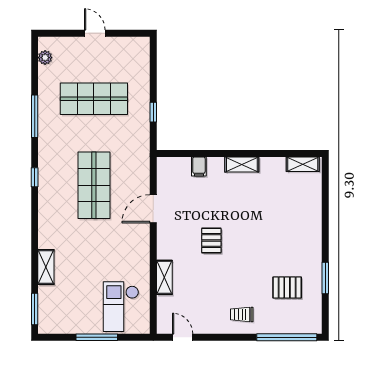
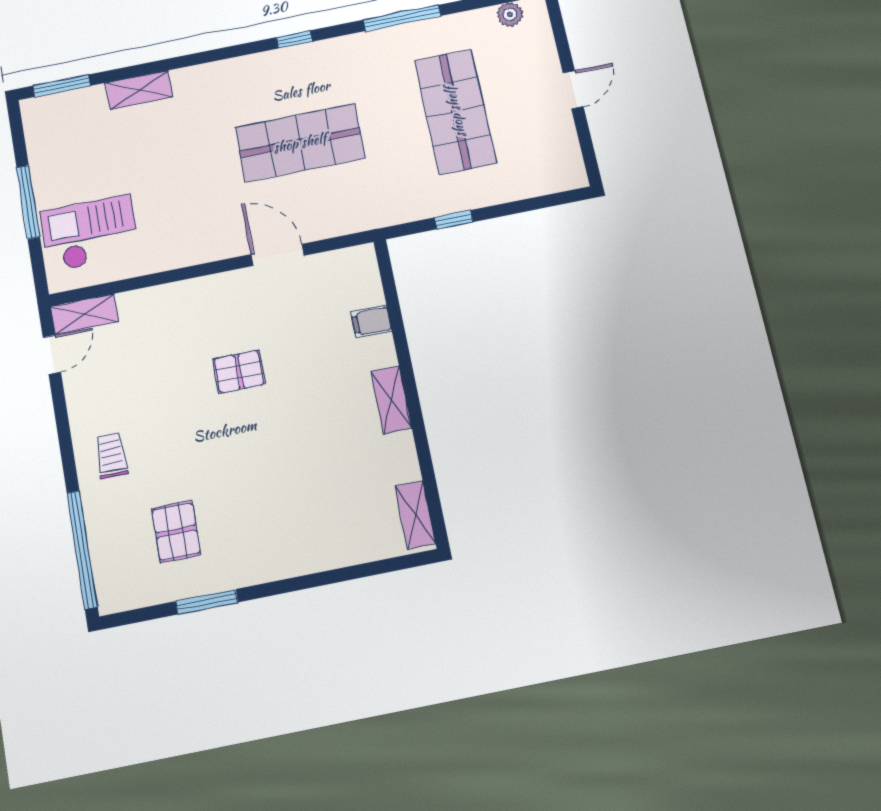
shelving: (164, 277) -> (84, 314), moved

